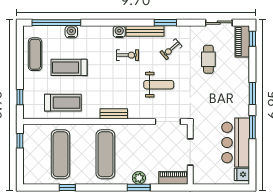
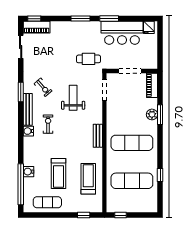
cafe table: (208, 59) -> (89, 59), moved

